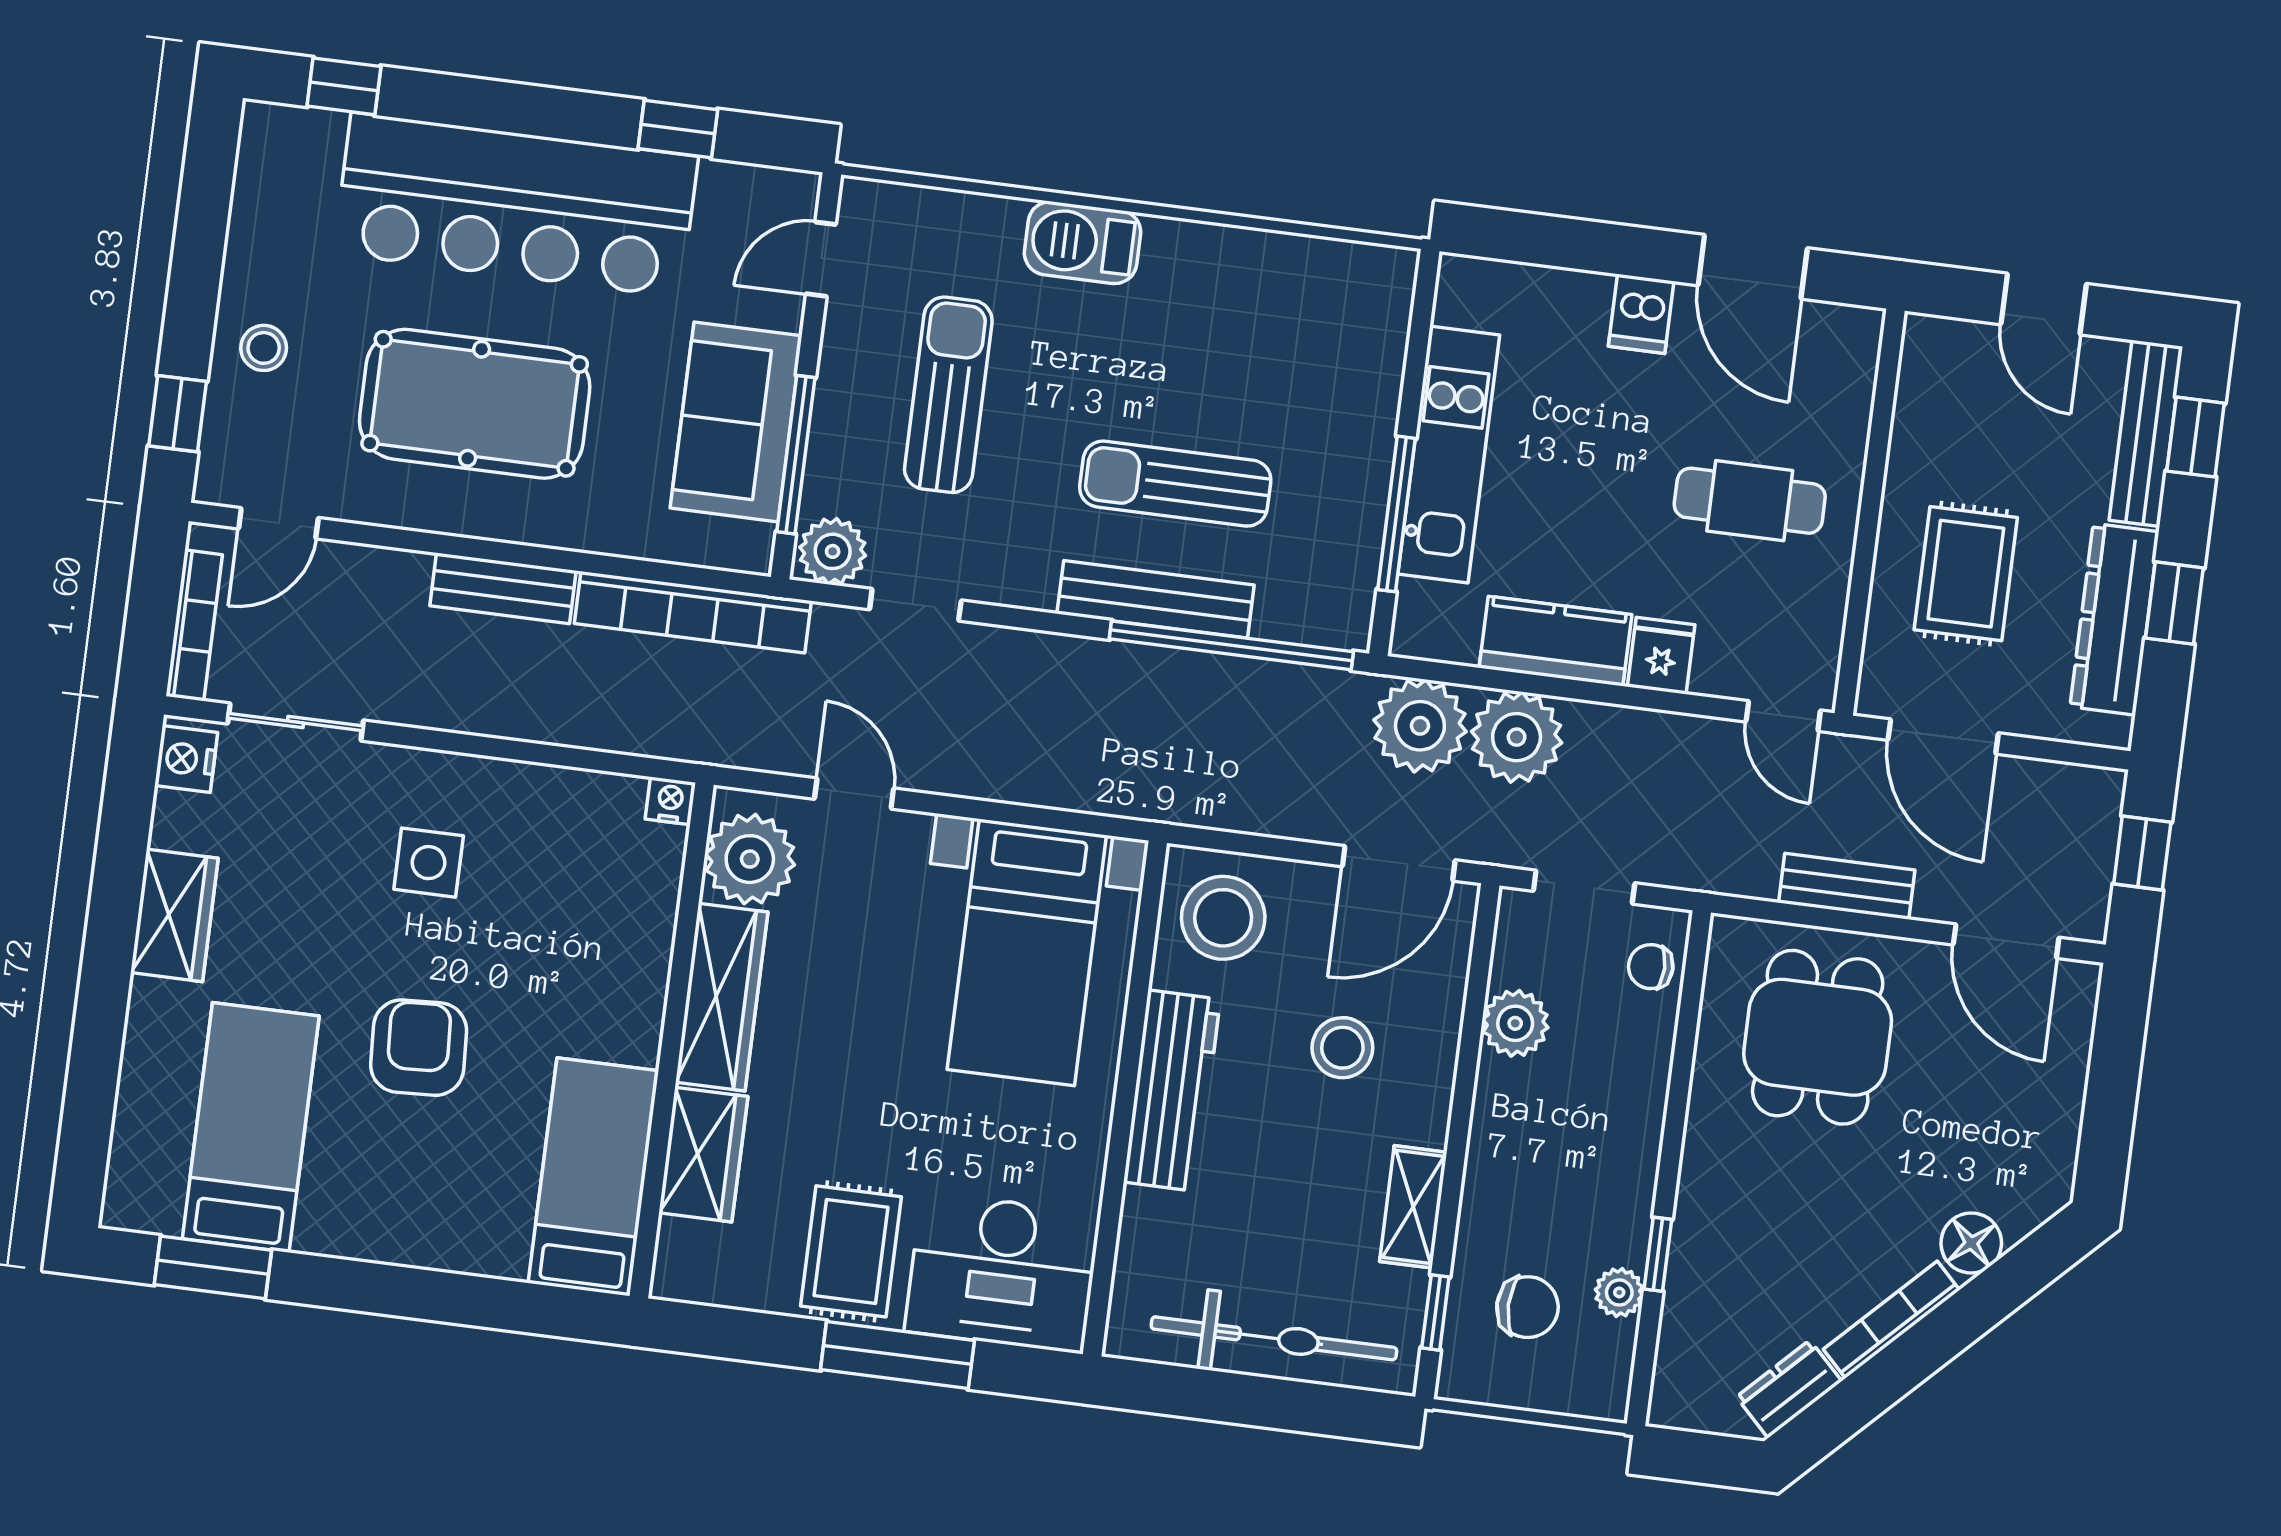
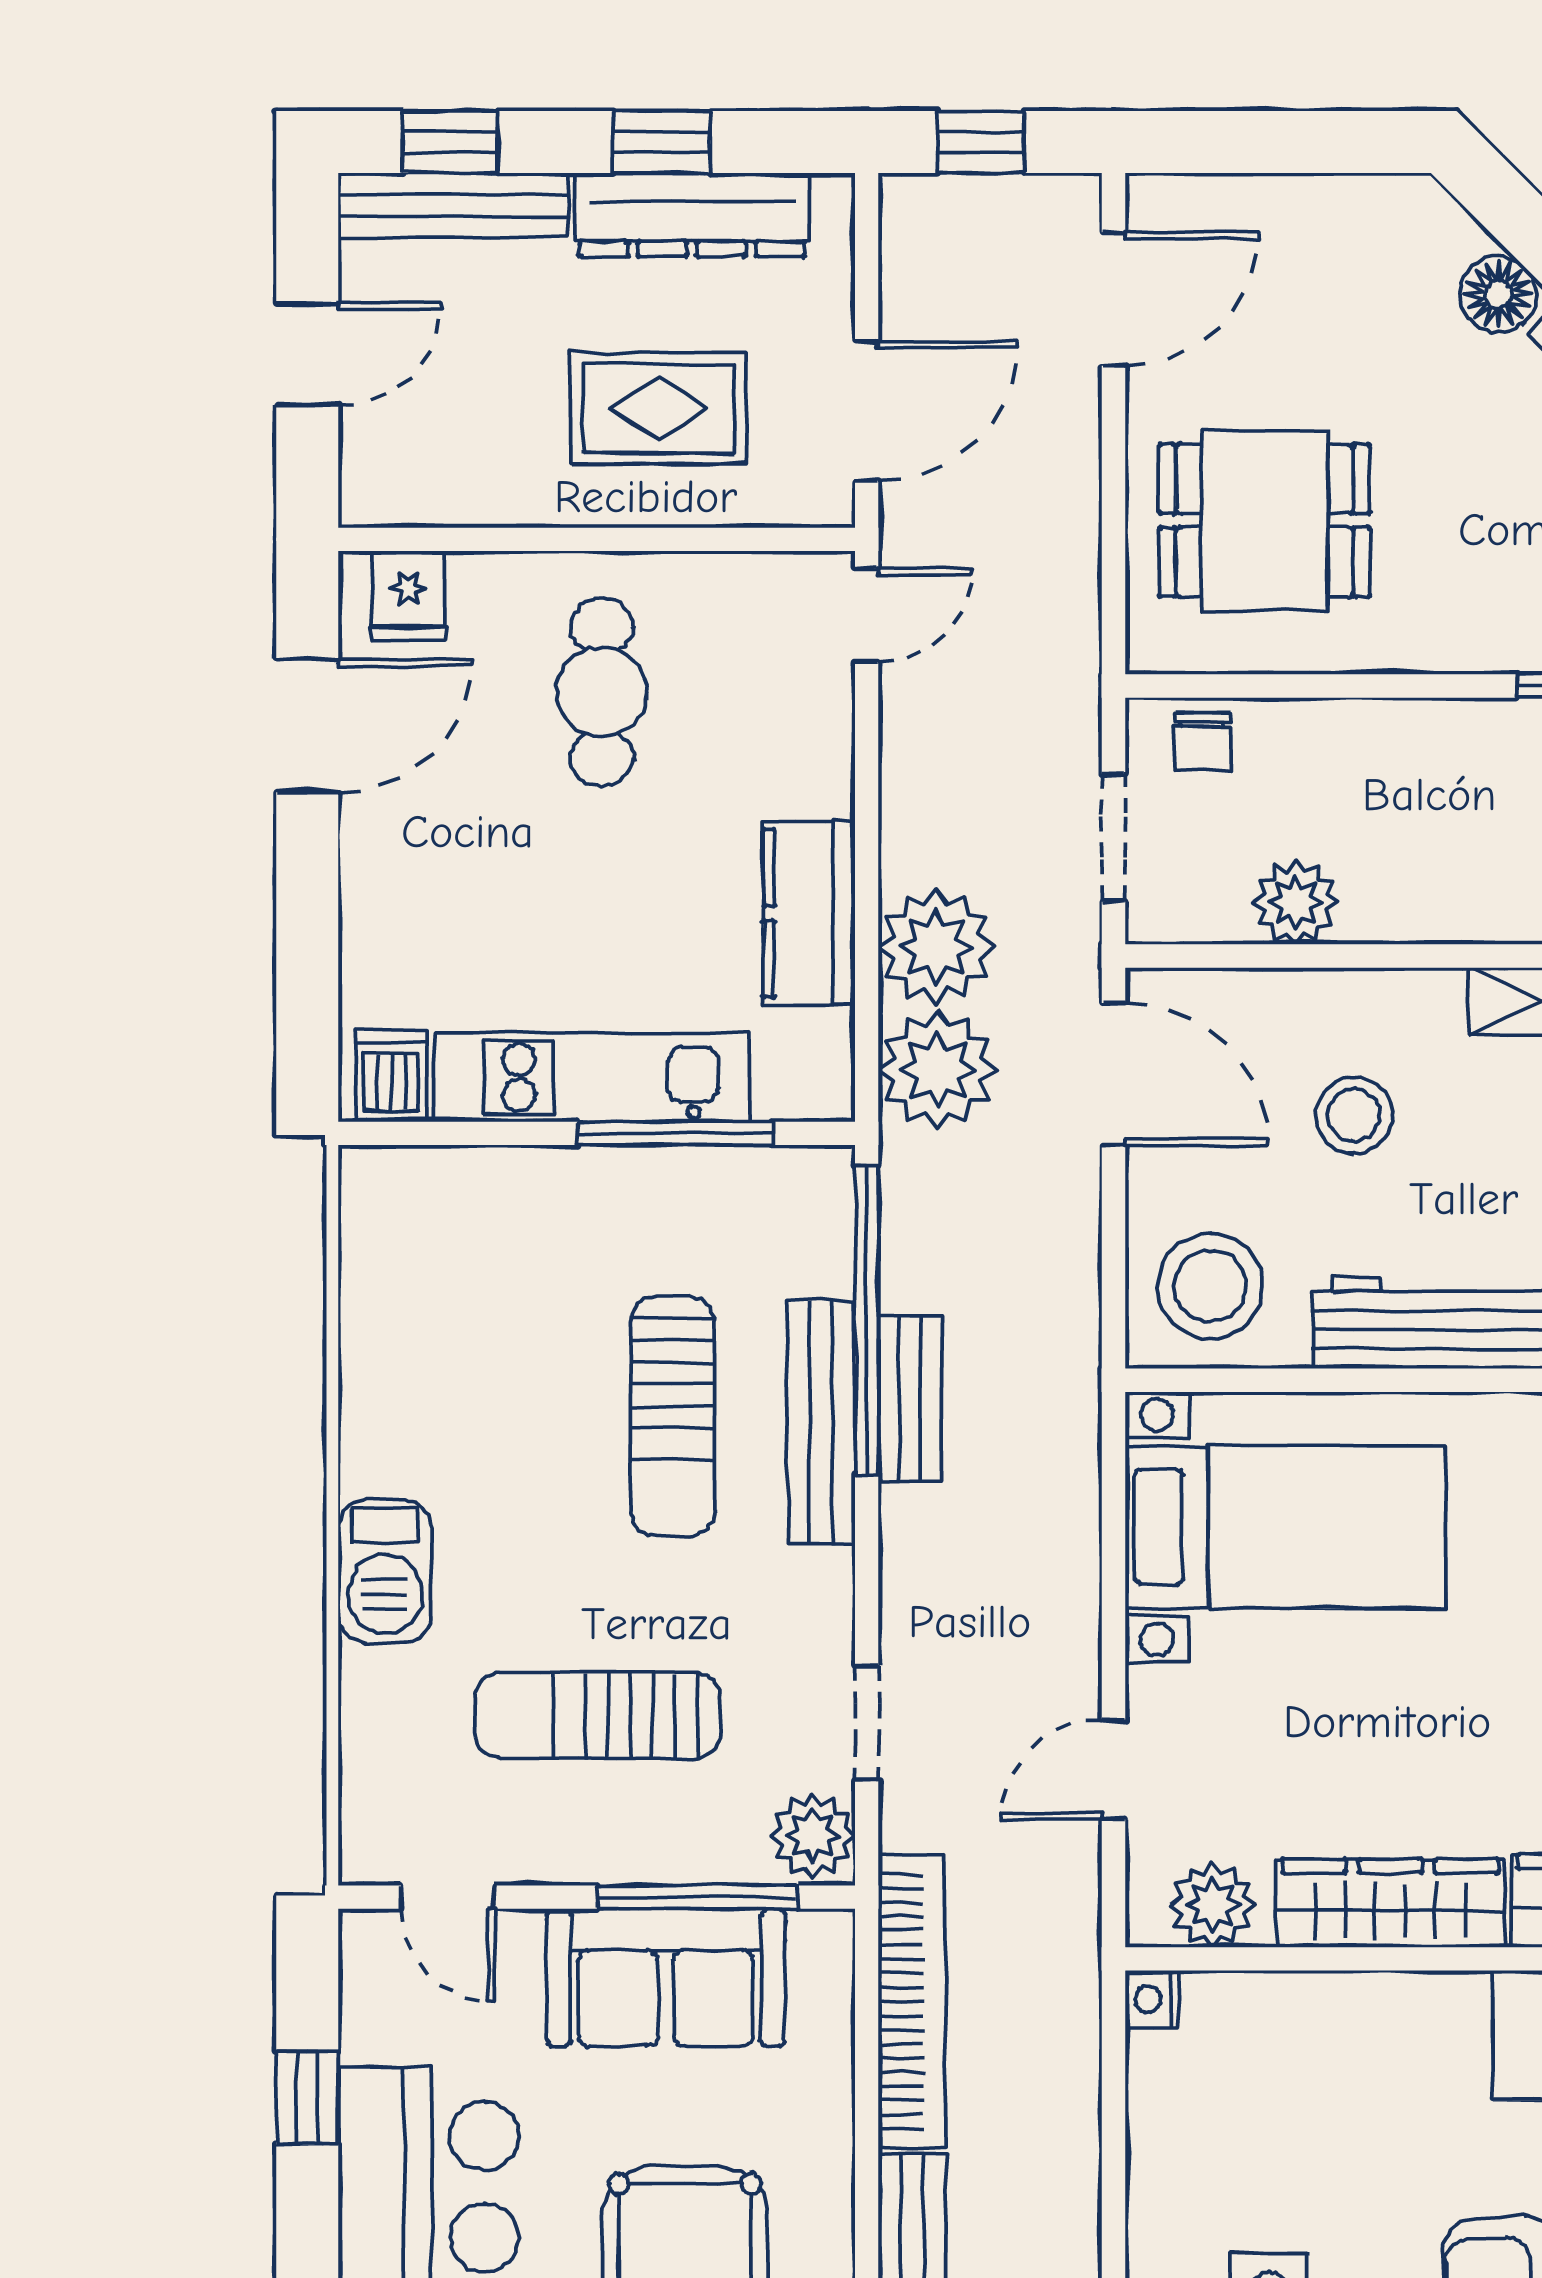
dishwasher: (1641, 314) -> (391, 1076), moved, turned -90
fridge: (1661, 656) -> (409, 595), moved, turned -90
plant: (750, 859) -> (1213, 1905), width x0.73, depth x0.73
bench: (1847, 886) -> (910, 1399), moved

